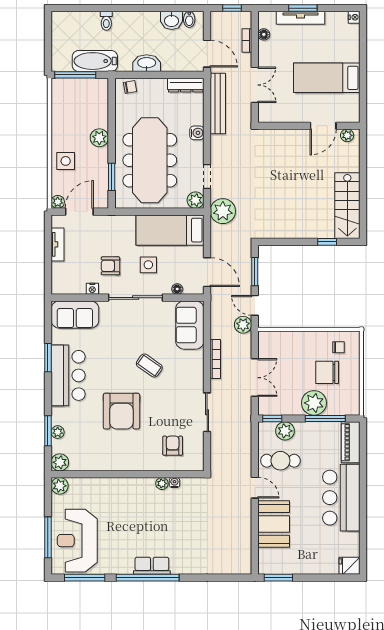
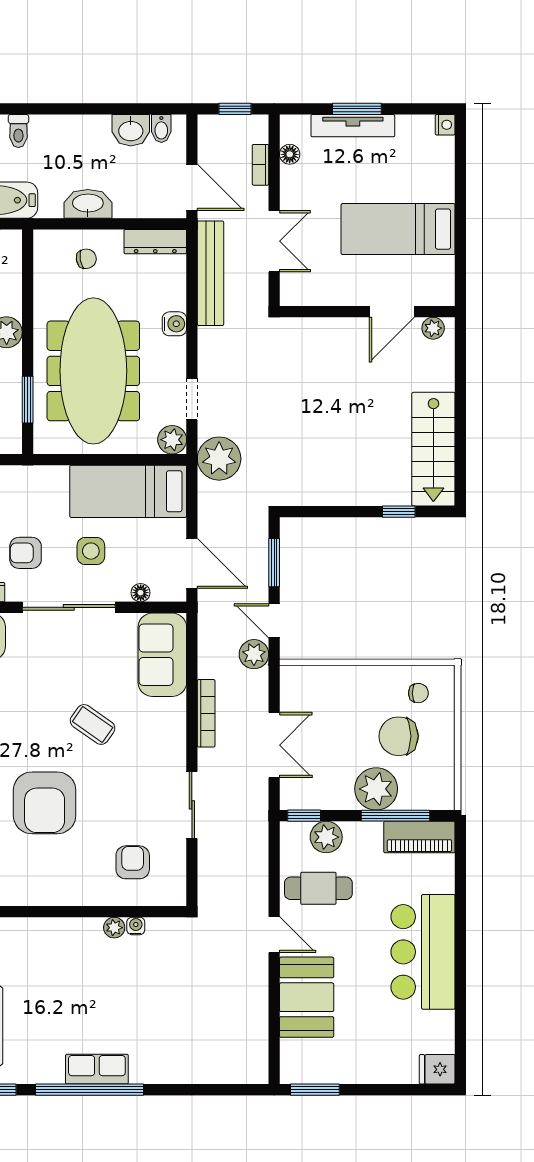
chair: (130, 87) -> (86, 259), moved
piano: (351, 442) -> (419, 837), moved, turned -90

